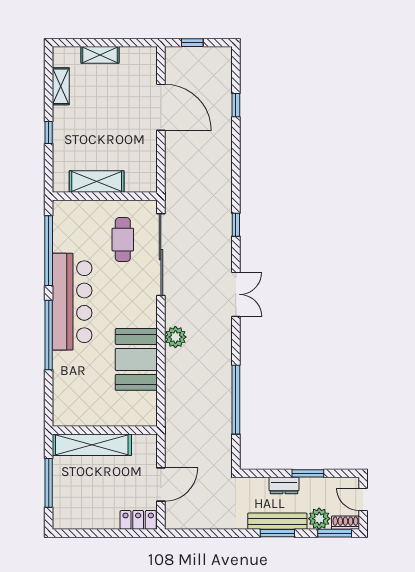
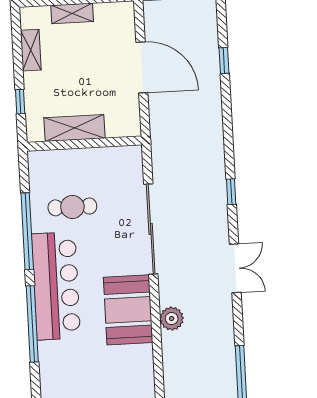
shelving: (97, 182) -> (74, 128), moved
wall: (105, 196) -> (84, 144), moved
cafe table: (123, 240) -> (72, 207), moved, turned 90
booth: (136, 359) -> (128, 310), moved

